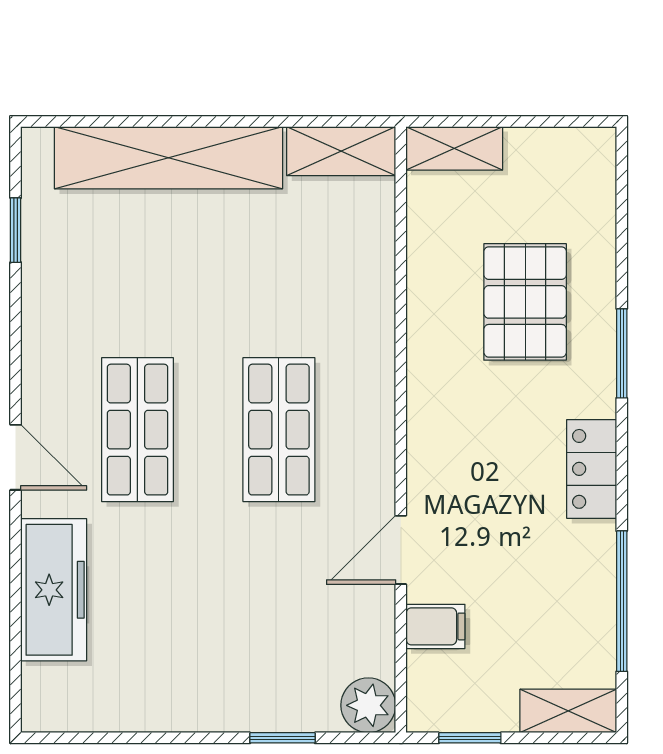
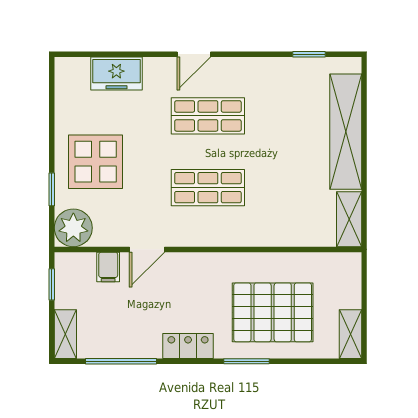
shelving: (454, 148) -> (350, 334), moved
pallet: (525, 302) -> (273, 312), width x1.37, depth x1.41
door: (401, 550) -> (147, 249), swing flipped
freezer: (54, 590) -> (116, 74), width x0.71
display table: (228, 651) -> (96, 162), added
plant: (368, 705) -> (73, 228), width x1.36, depth x1.36

